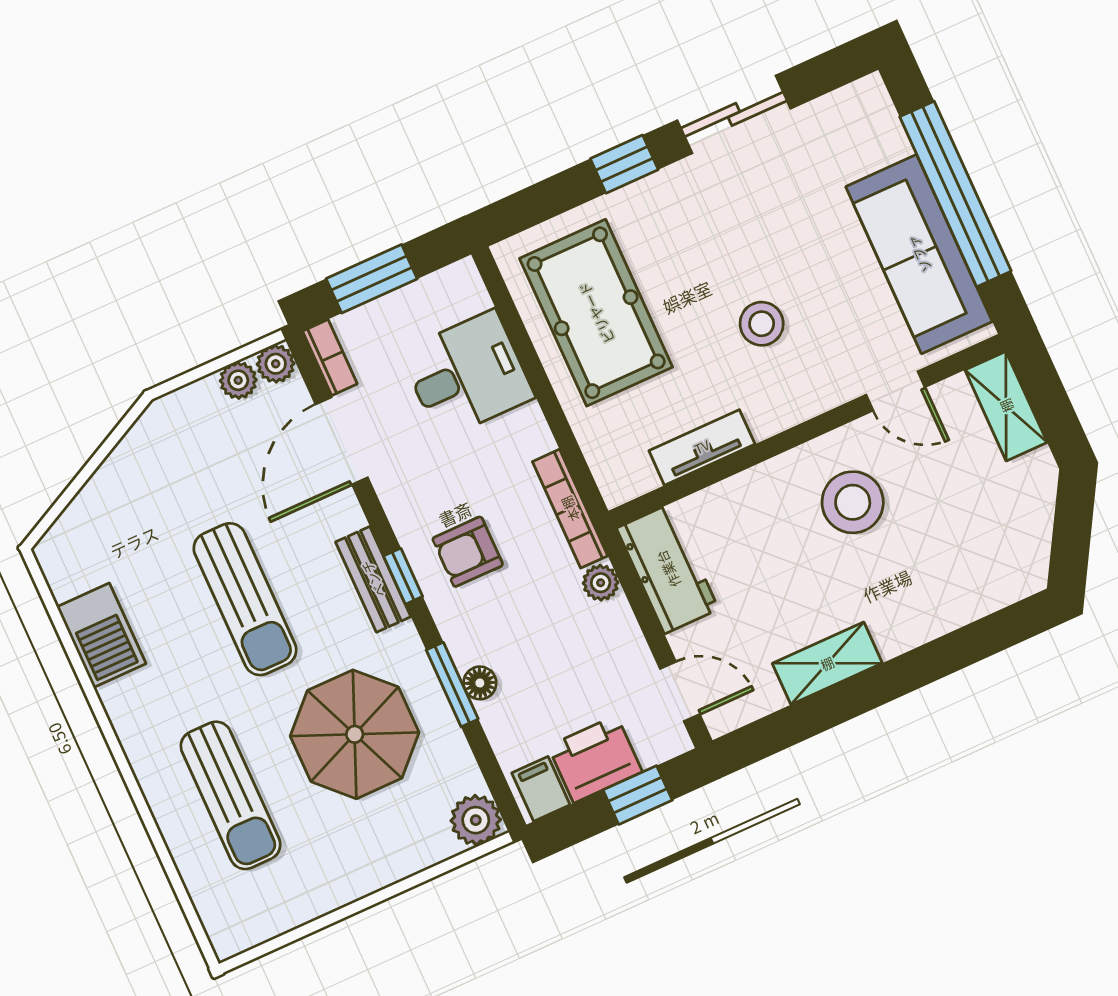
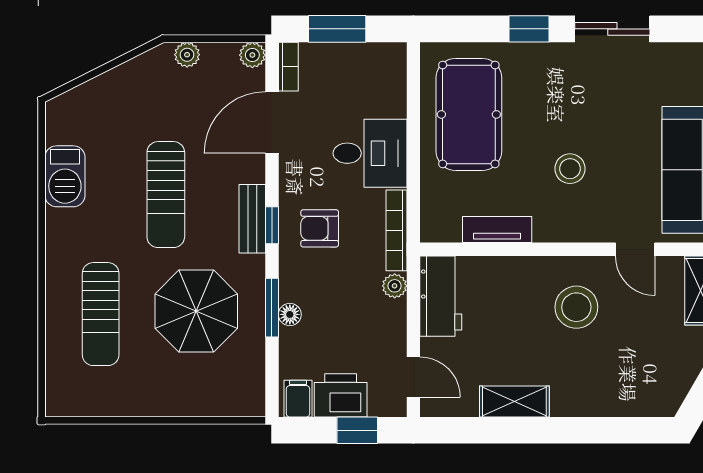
desk: (467, 375) -> (370, 153), moved
plant: (238, 380) -> (187, 55), moved
plant: (476, 820) -> (248, 400), removed

